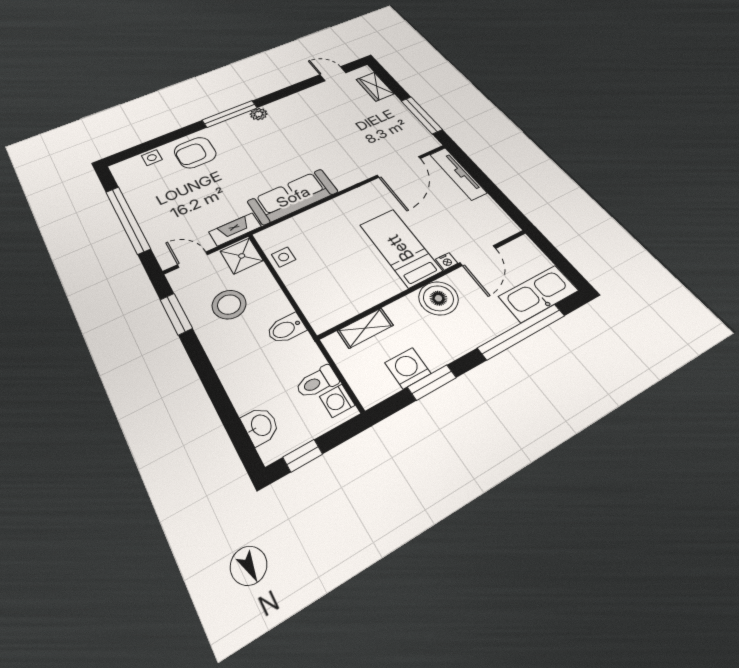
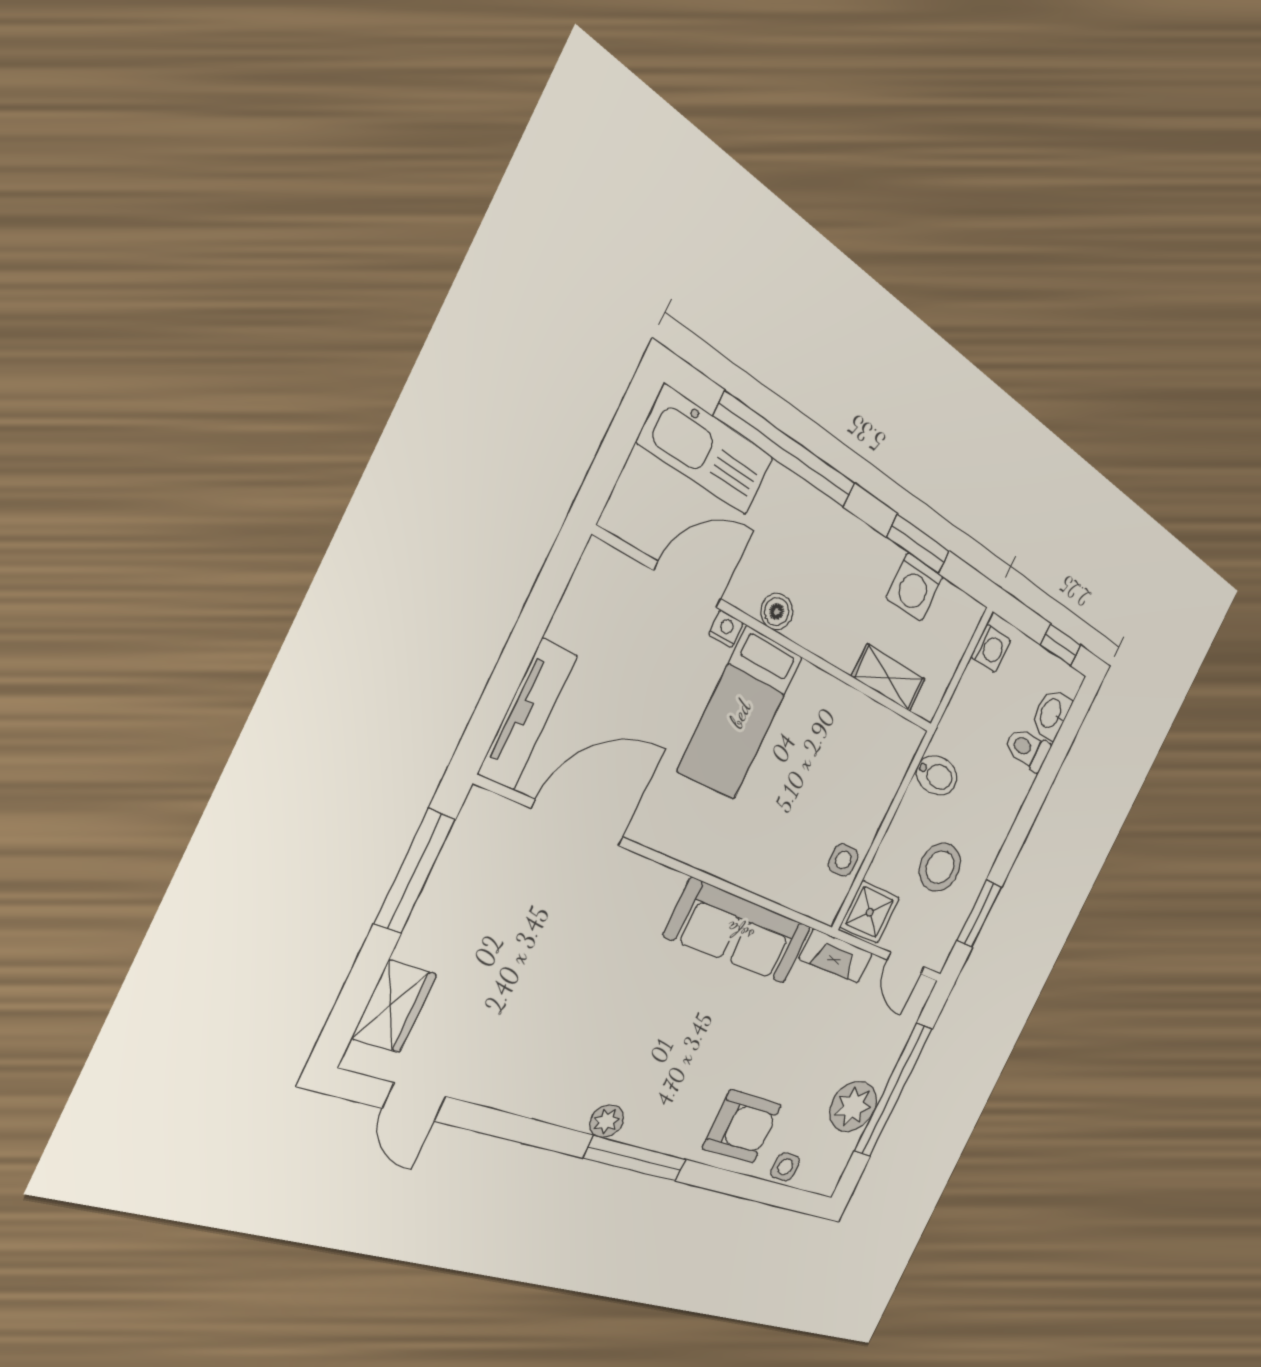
plant: (144, 198) -> (853, 1107), added
boiler: (438, 298) -> (777, 612), width x0.54, depth x0.54
toilet: (317, 382) -> (1028, 749), moved, turned 180

